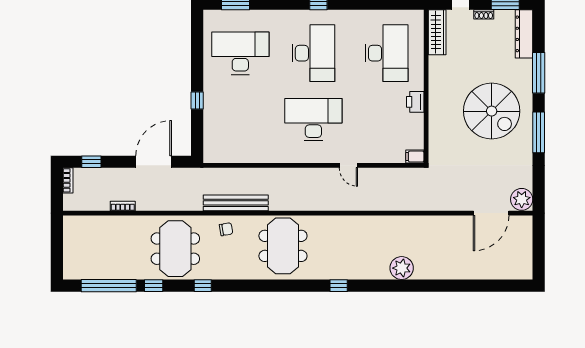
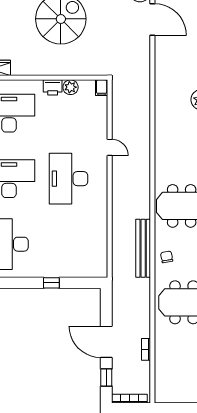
plant: (415, 122) -> (71, 87), added
door: (154, 162) -> (106, 342), moved
door: (348, 165) -> (110, 147), hinge flipped
bookcase: (68, 180) -> (129, 399), width x1.56

